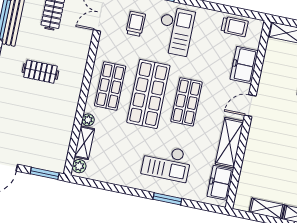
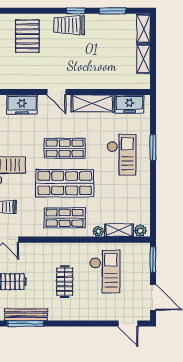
checkout: (42, 118) -> (105, 272), added

